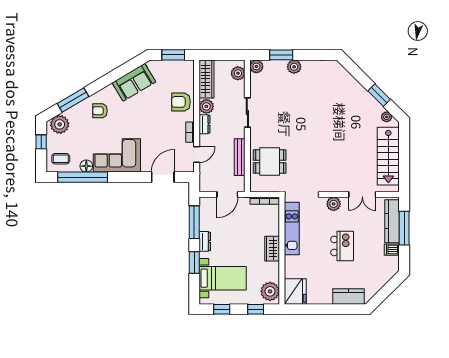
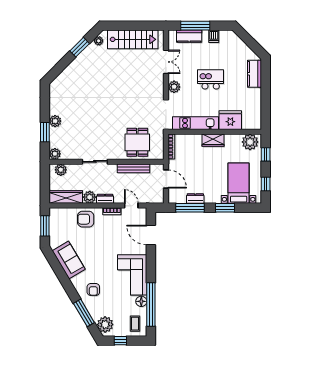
armchair: (181, 102) -> (86, 219), turned 90
kitchen counter: (392, 221) -> (189, 36), width x0.67
dresser: (205, 241) -> (195, 199), moved
fridge: (295, 291) -> (230, 120), moved

